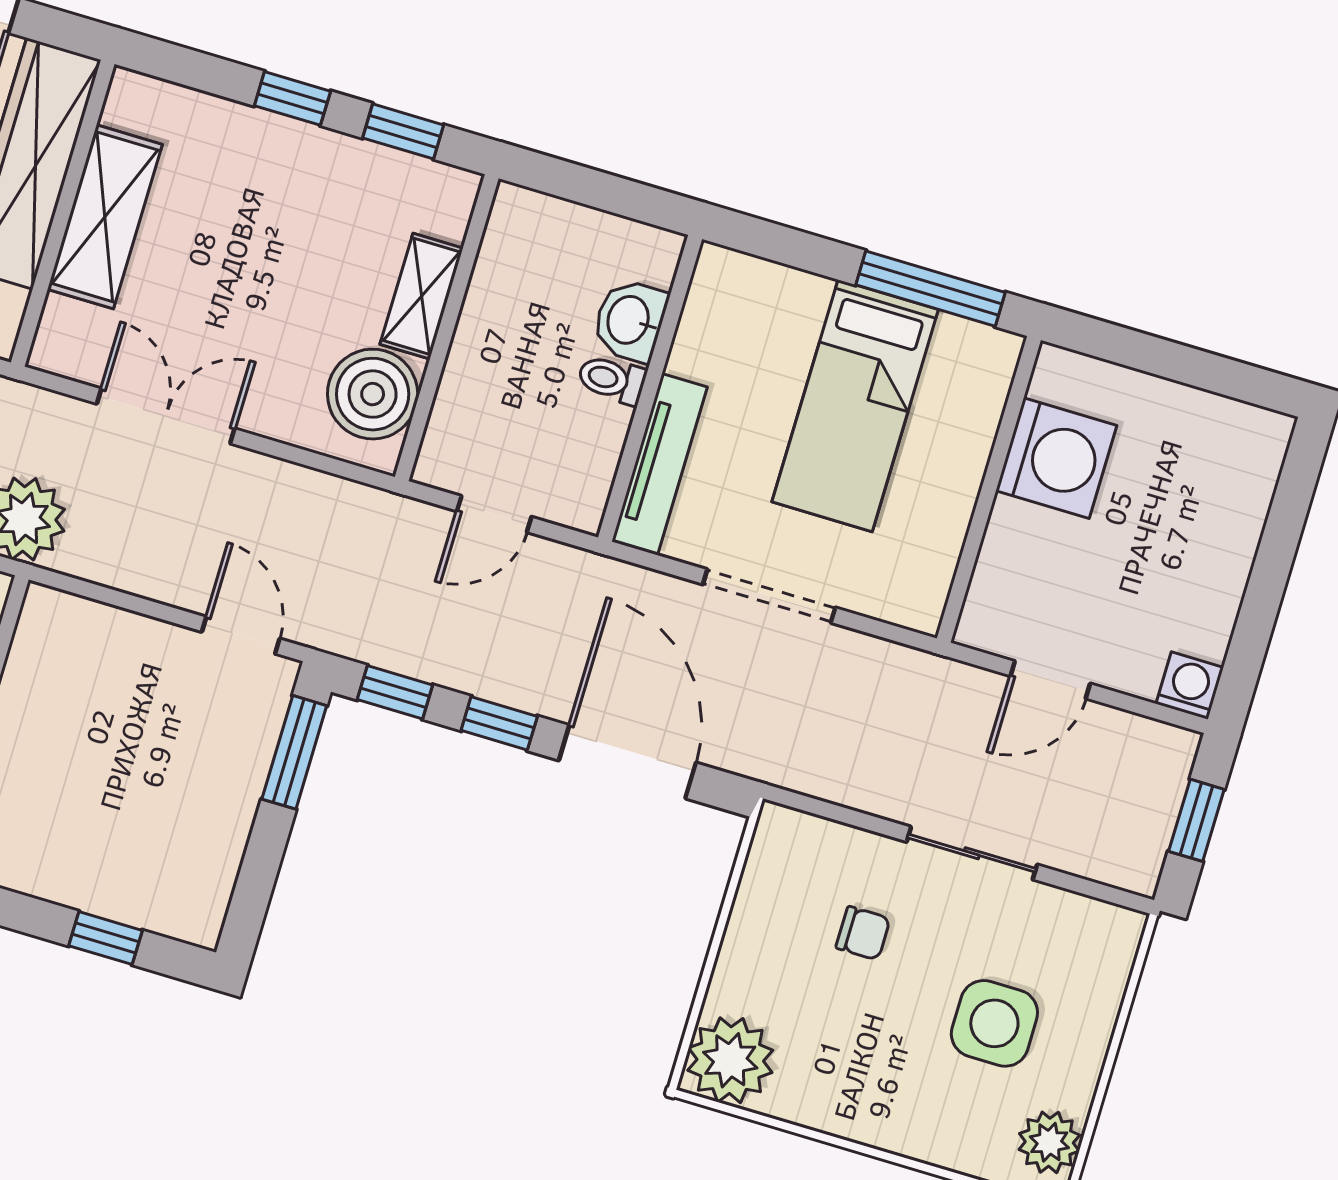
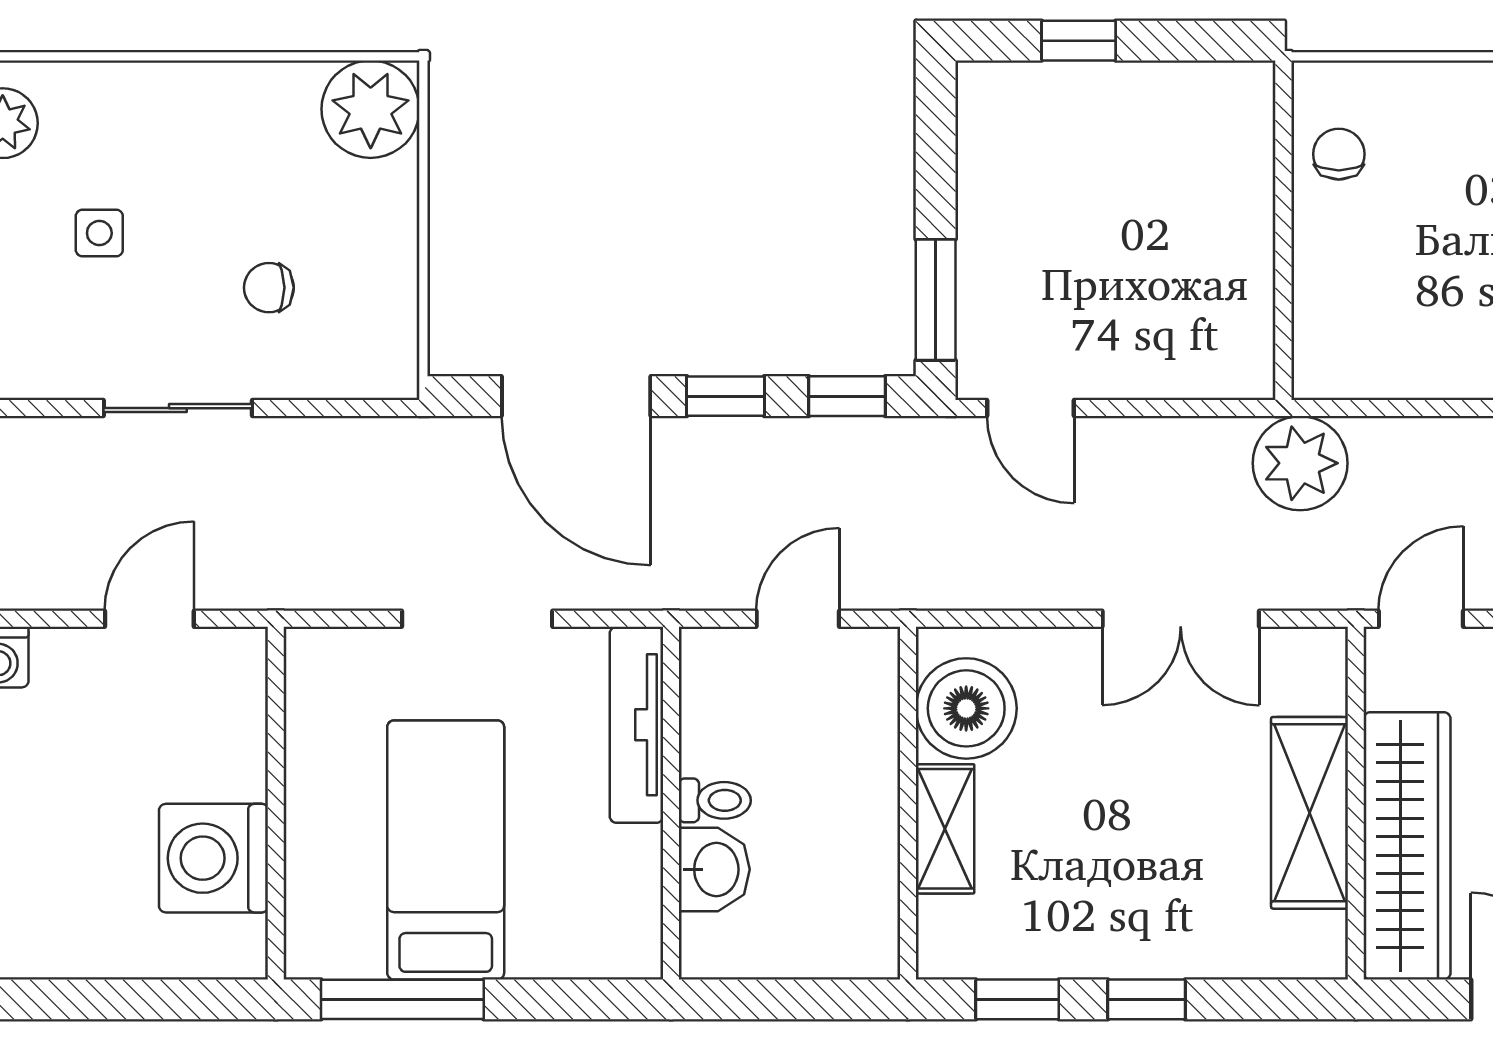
side table: (994, 1023) -> (99, 233), width x0.54, depth x0.54

